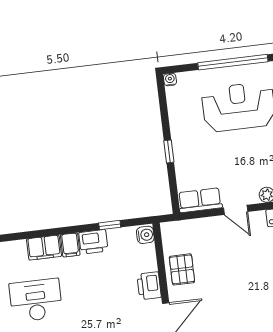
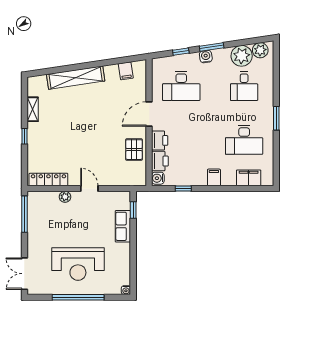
window: (169, 151) -> (133, 210), moved
row of seats: (200, 200) -> (123, 226), moved, turned 90
printer: (93, 242) -> (160, 161), moved, turned 90
filing cabinet: (44, 248) -> (249, 178), moved

